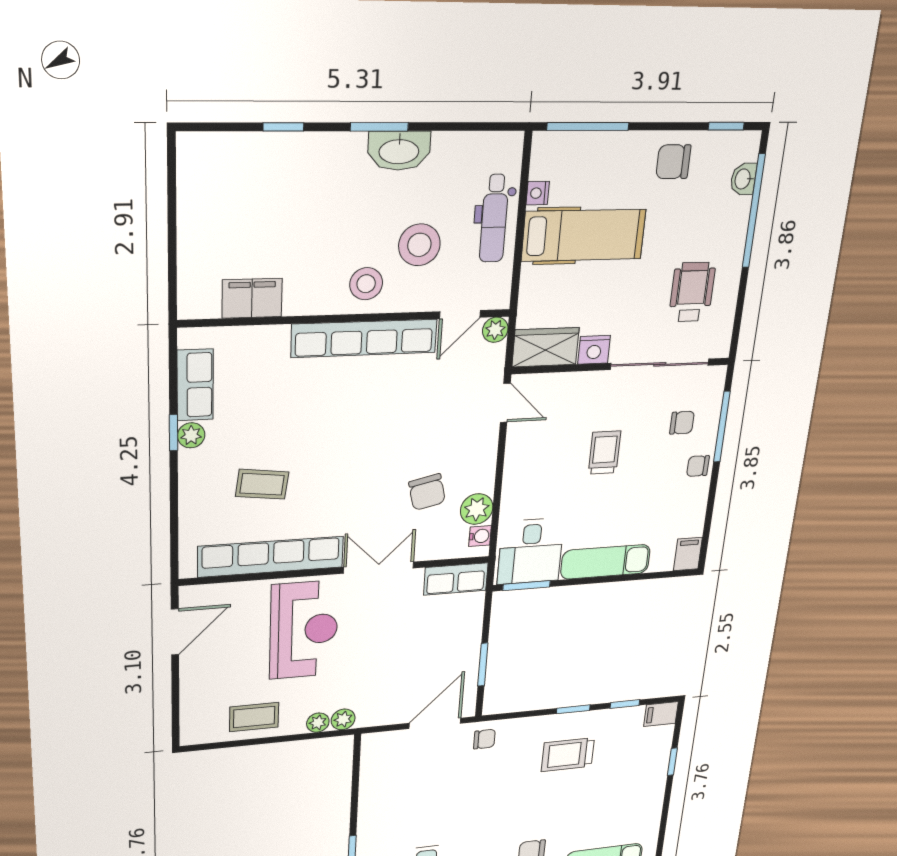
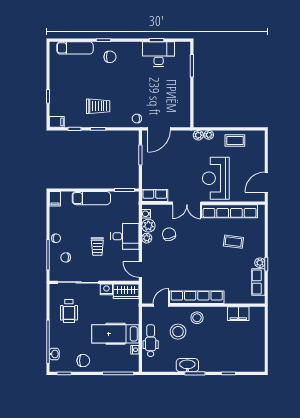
plant: (495, 330) -> (147, 238), moved
desk: (531, 551) -> (125, 236), moved, turned 90

